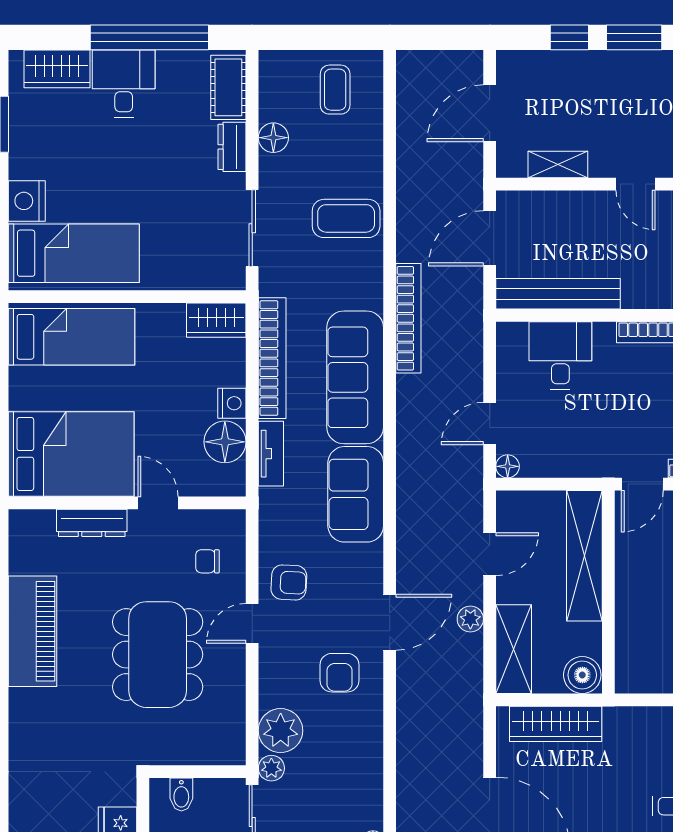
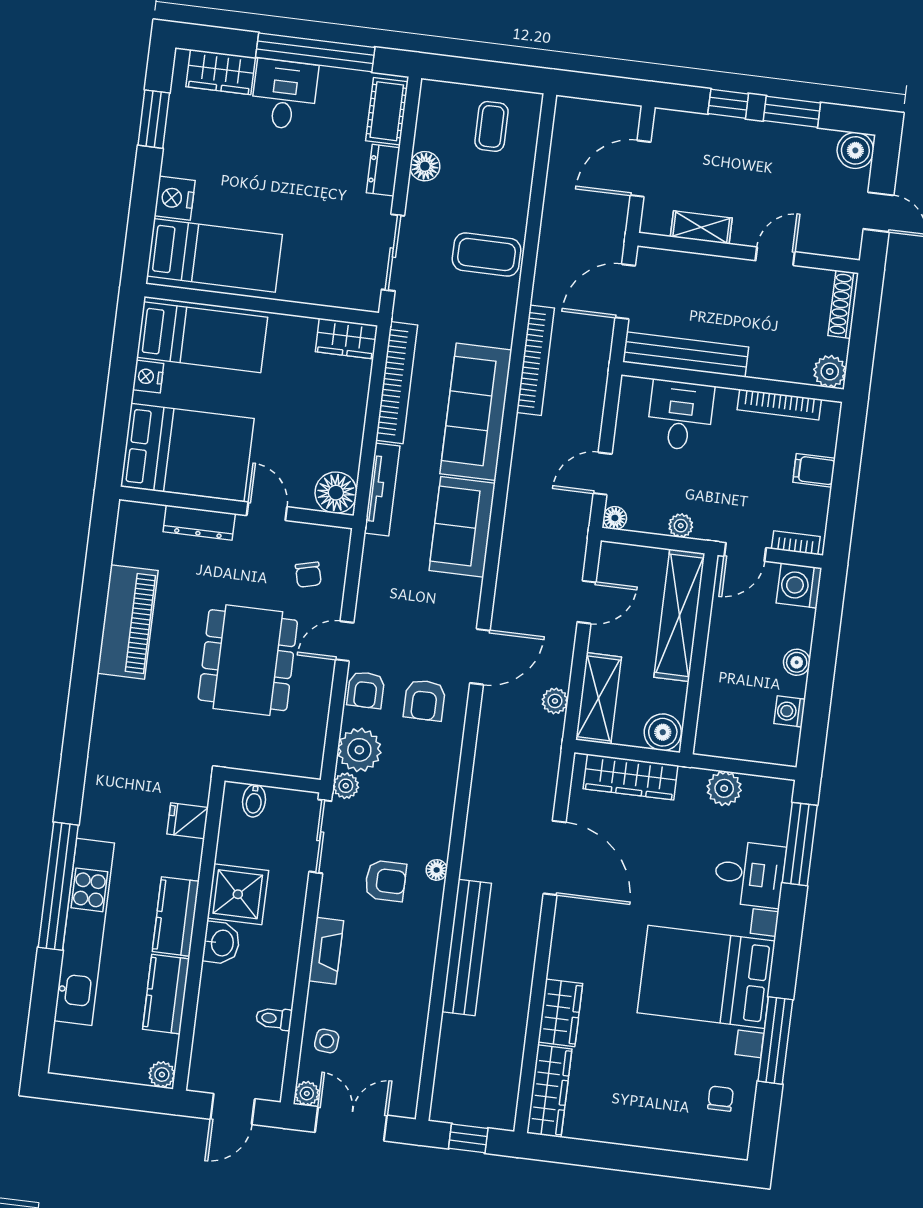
door: (635, 184) -> (775, 256), swing flipped
nightstand: (232, 403) -> (148, 377), moved, turned 180
floor lamp: (225, 442) -> (336, 493), moved
tv unit: (271, 454) -> (382, 490), width x1.41
plant: (574, 466) -> (681, 526), added
chair: (207, 561) -> (308, 575), turned -104
armchair: (289, 582) -> (366, 690), moved, turned 87
plant: (470, 619) -> (555, 701), moved
plant: (651, 724) -> (724, 788), added

